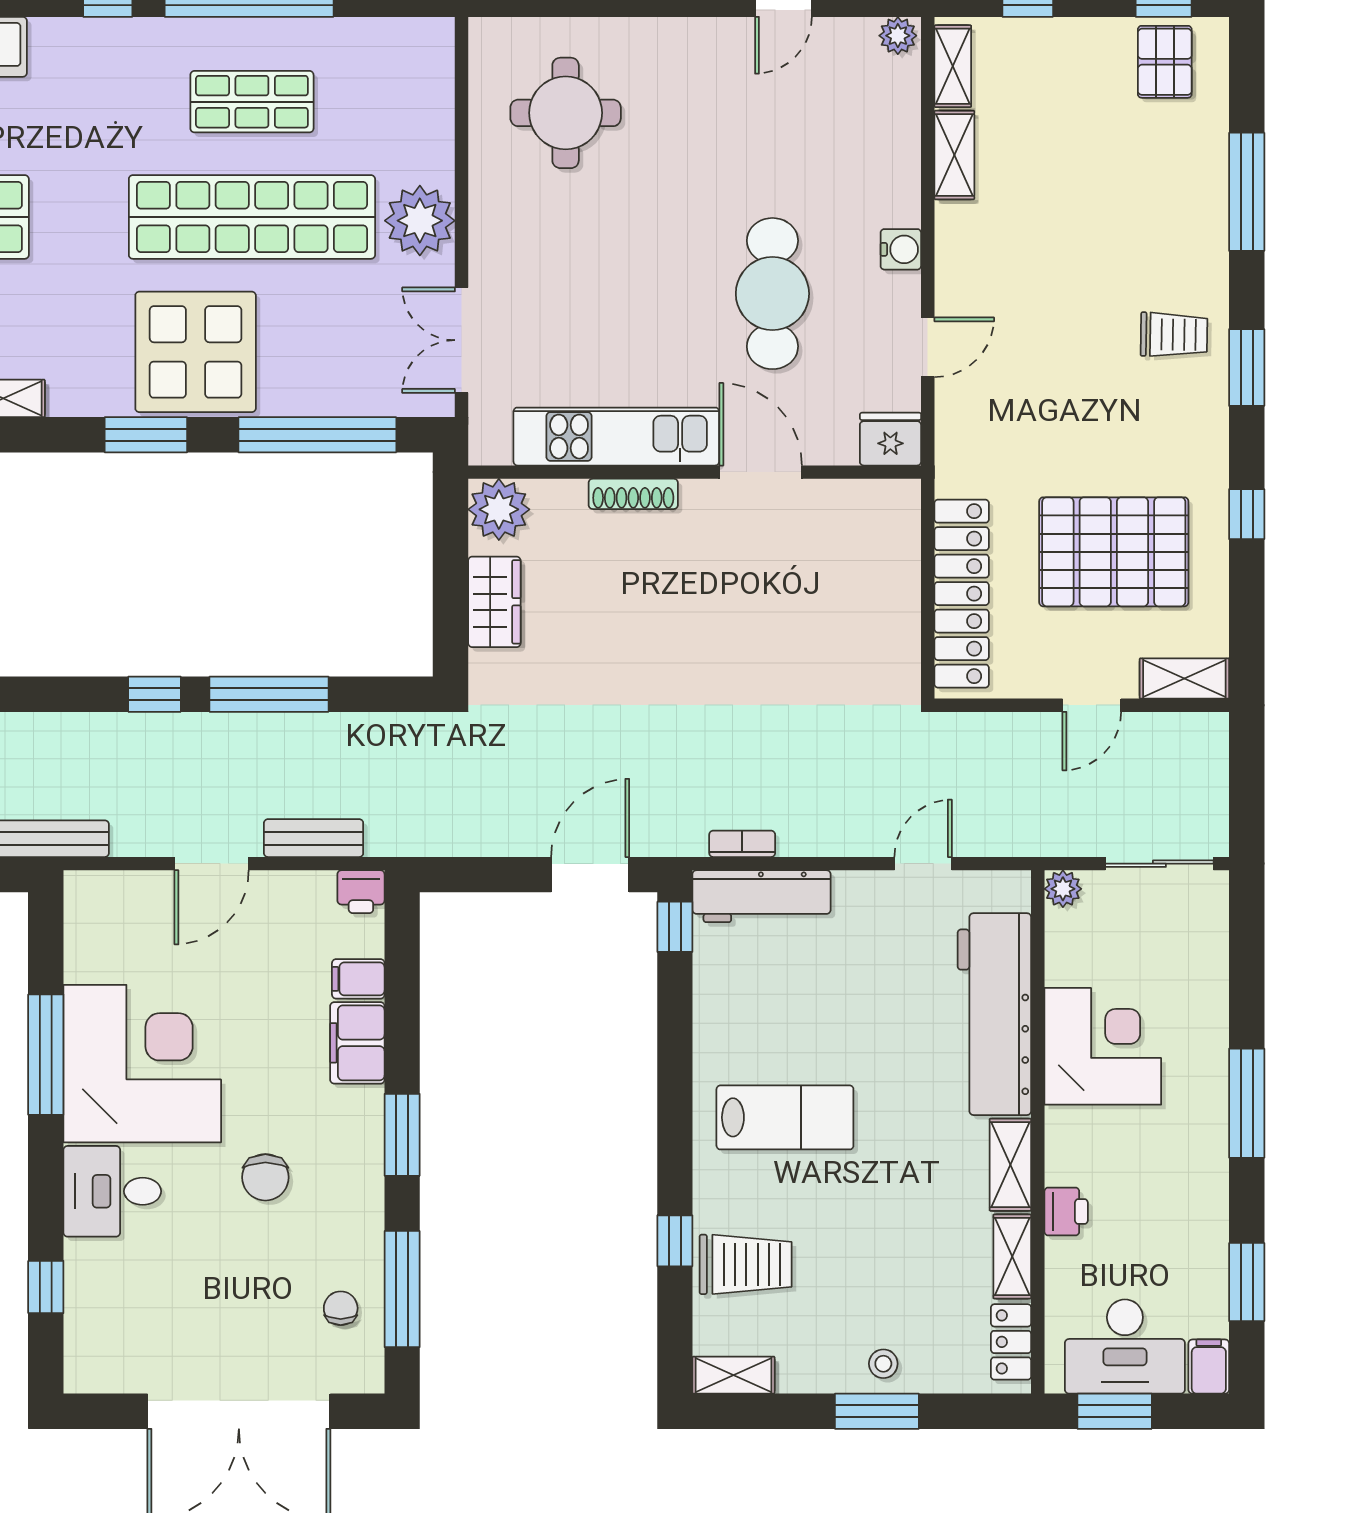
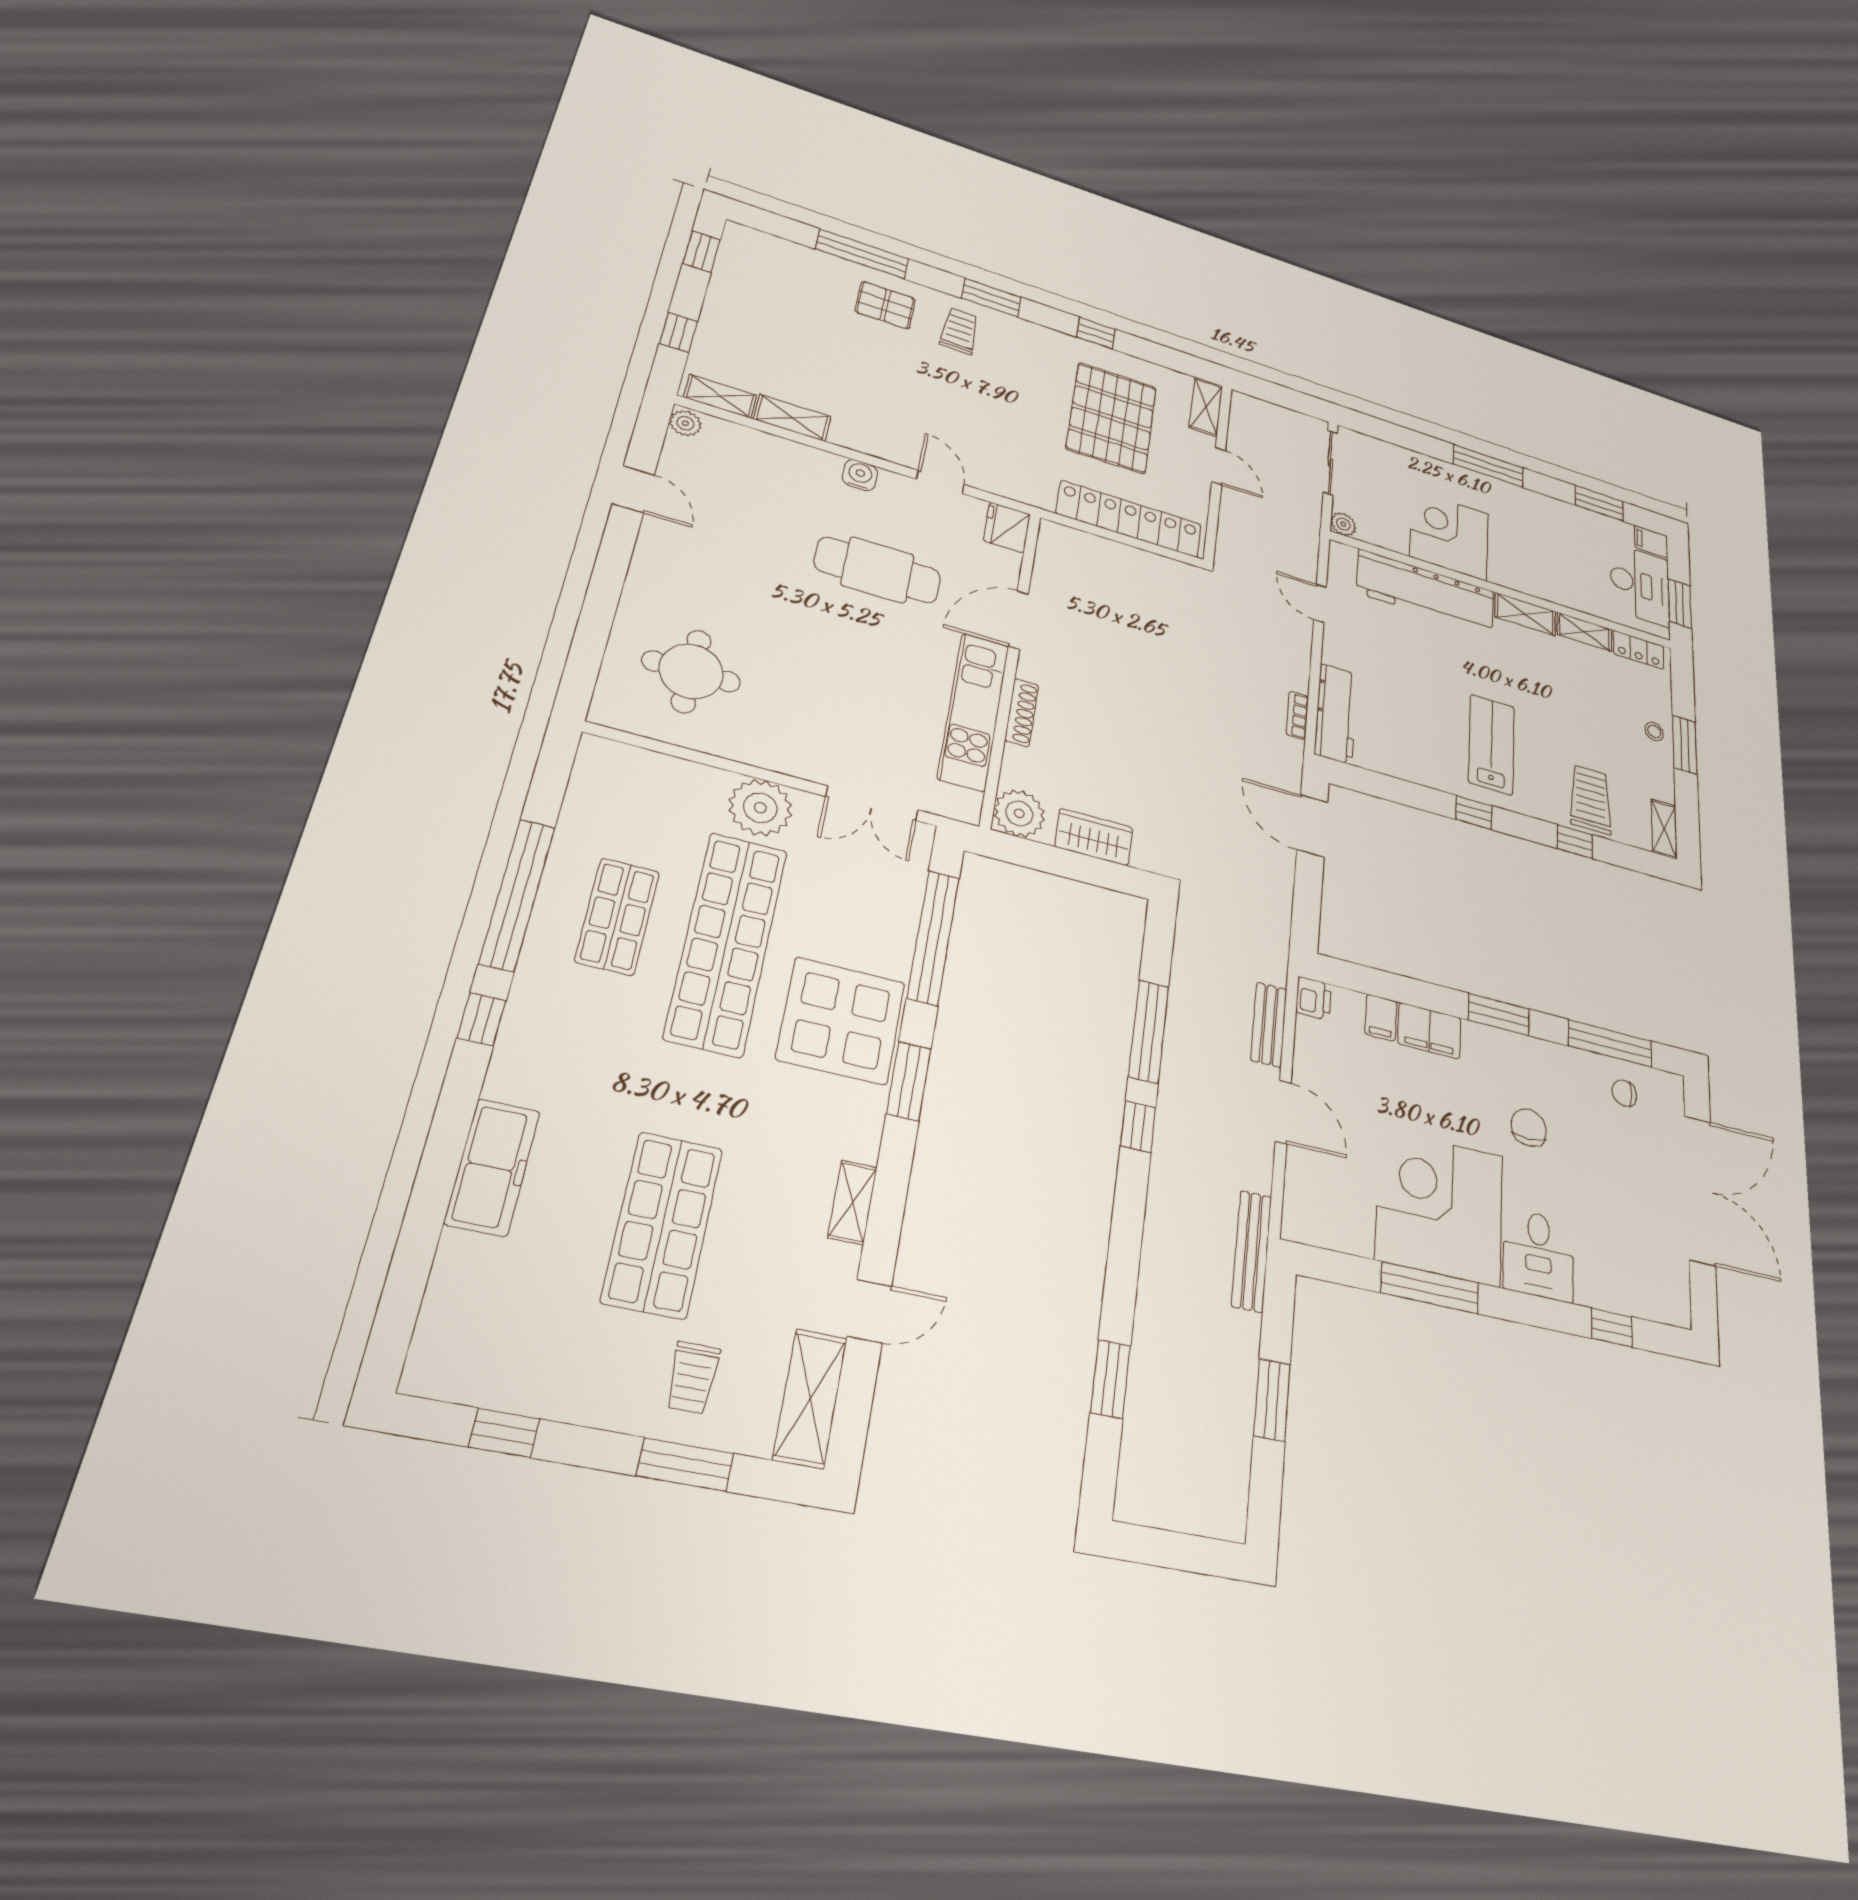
pallet: (1165, 62) -> (885, 305), moved
window: (675, 927) -> (1474, 813), moved
chair: (265, 1177) -> (1529, 1128), turned -90
printer: (1066, 1212) -> (1556, 591), removed

